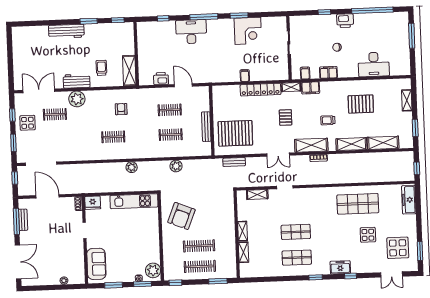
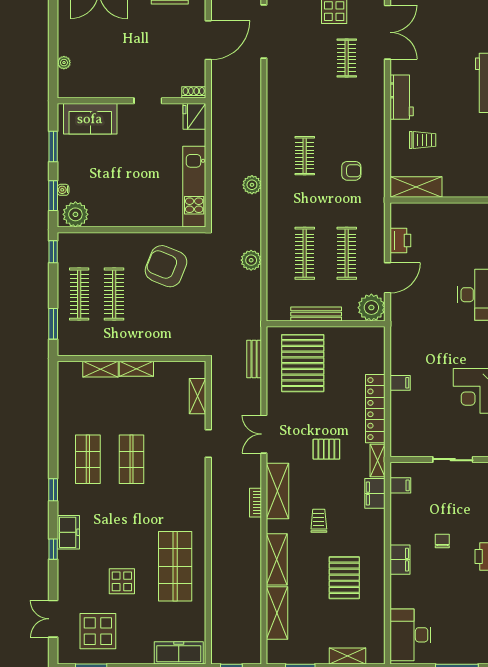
desk: (374, 64) -> (411, 635), moved
filing cabinet: (328, 72) -> (400, 560), moved
plant: (77, 99) -> (371, 308), moved
clothes rail: (170, 110) -> (347, 253), width x1.36
clothes rail: (171, 135) -> (305, 253), width x1.36

